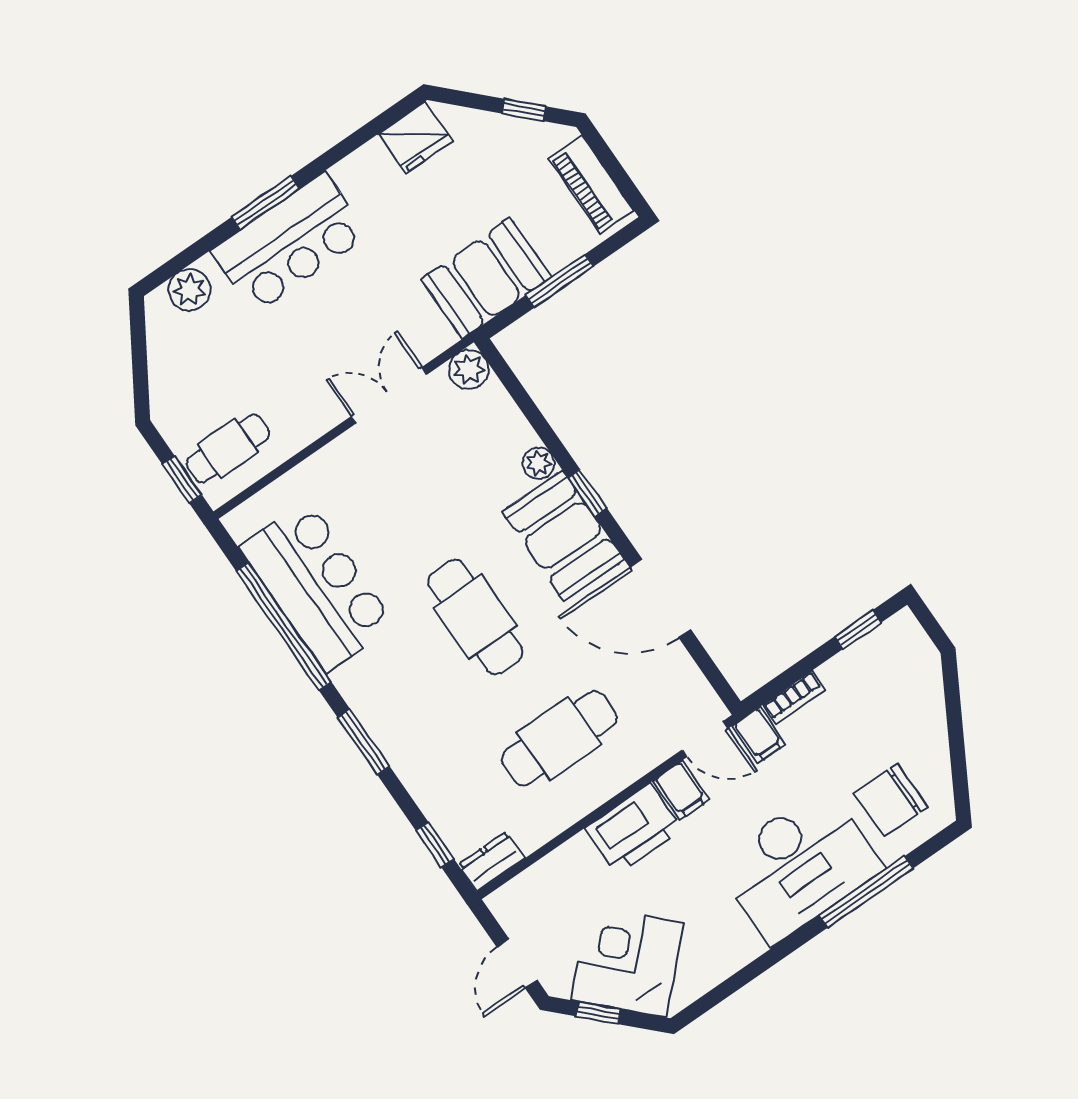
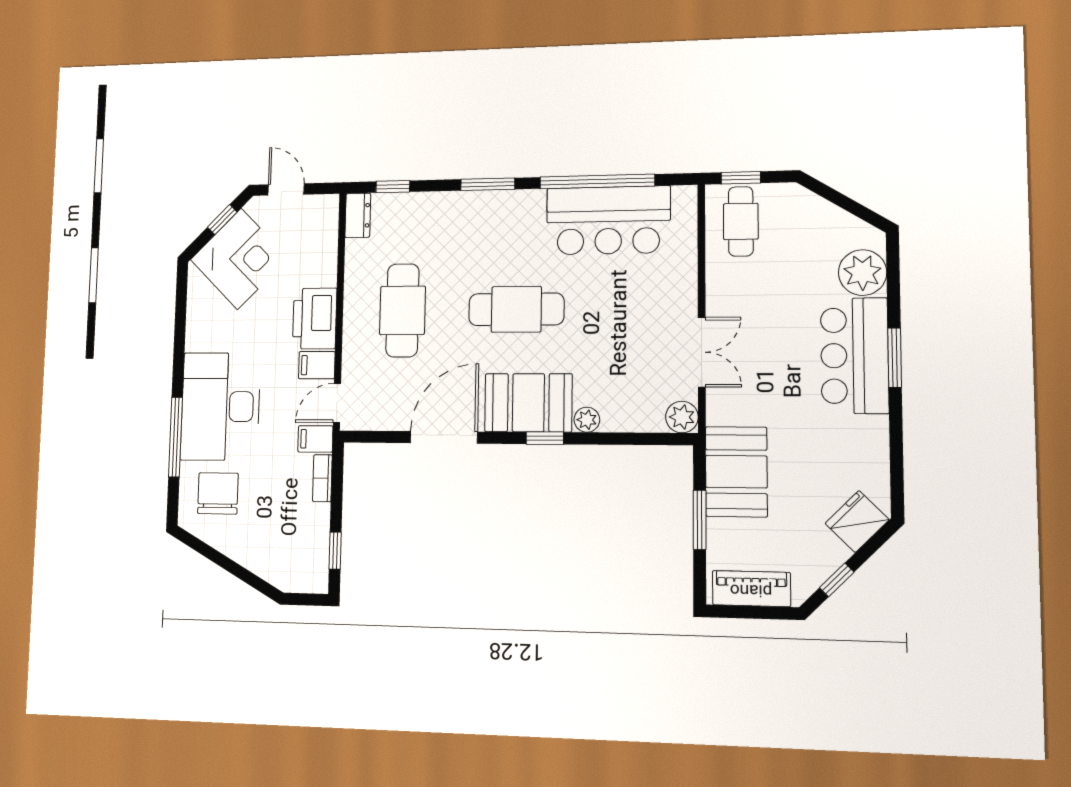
fridge: (416, 138) -> (857, 521), moved, turned 45
plant: (189, 290) -> (863, 273), width x1.36, depth x1.36

